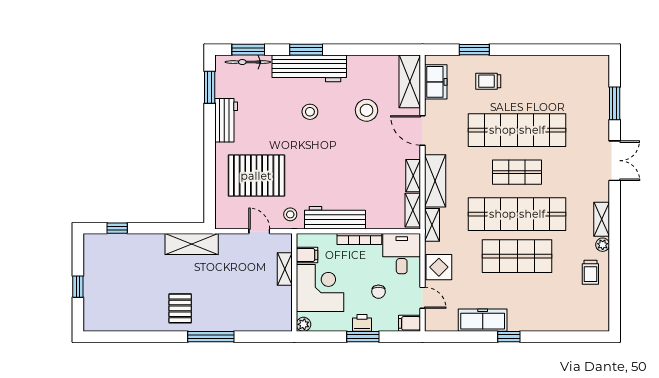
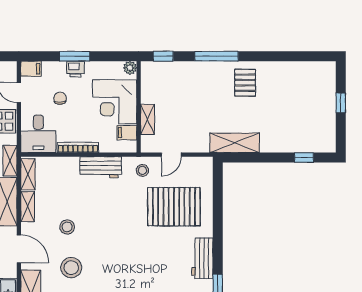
stool: (310, 112) -> (67, 227), moved
workbench: (335, 218) -> (101, 167), width x0.73
door: (259, 231) -> (171, 155), hinge flipped
window: (268, 337) -> (163, 56), added

